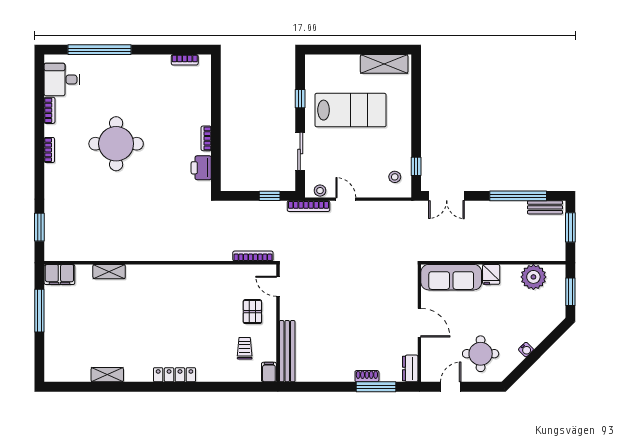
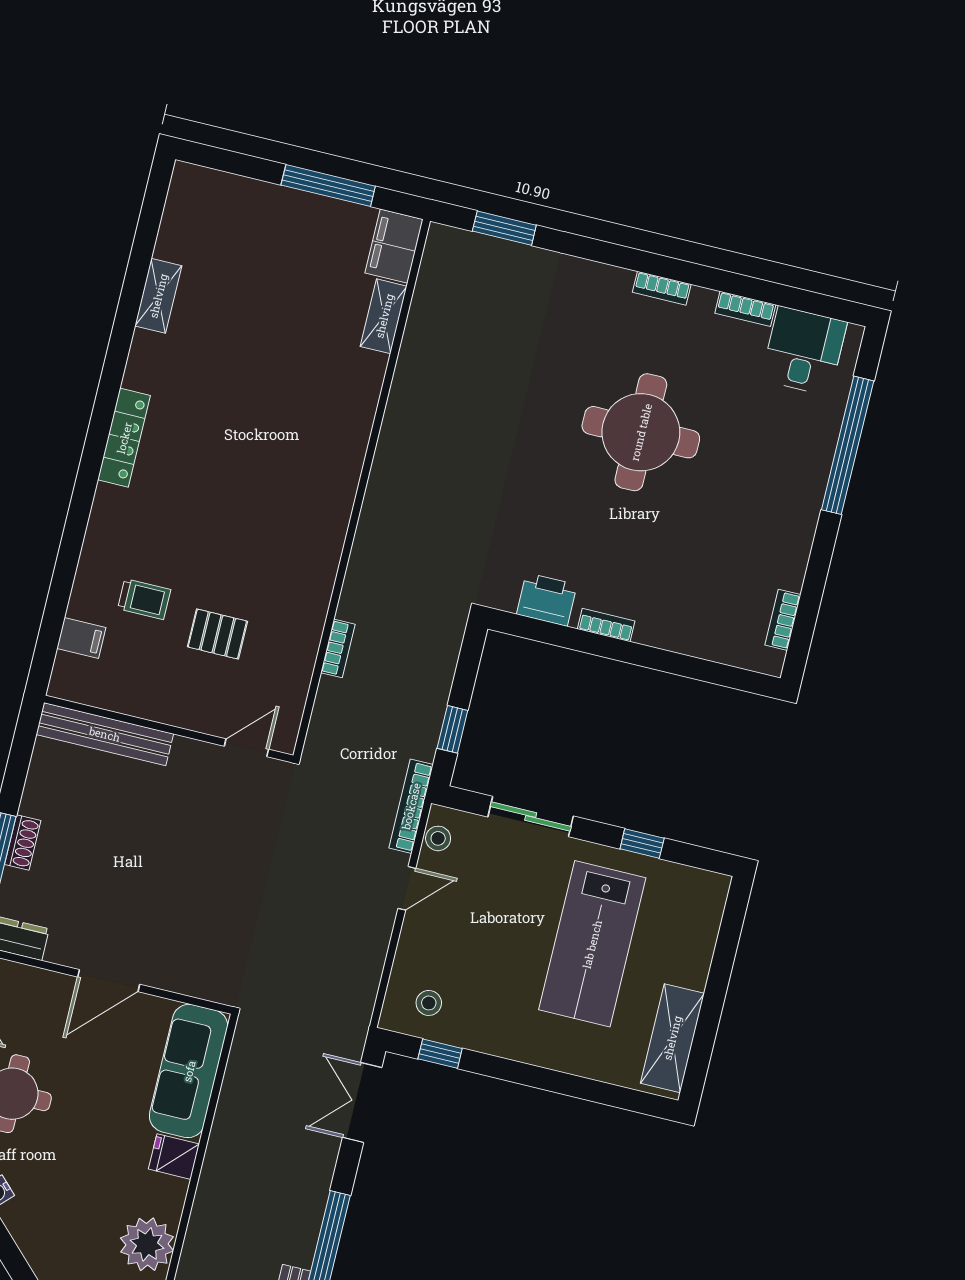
bookcase: (253, 256) -> (338, 648), width x0.64
shelving: (109, 272) -> (384, 316), moved
door: (278, 286) -> (246, 748), moved
wall: (278, 323) -> (169, 729), moved
bench: (287, 351) -> (105, 734), moved

